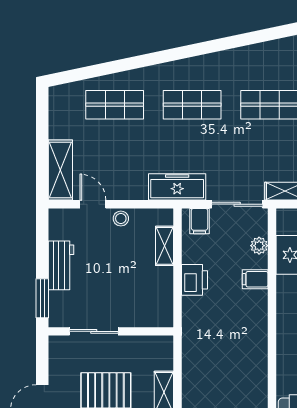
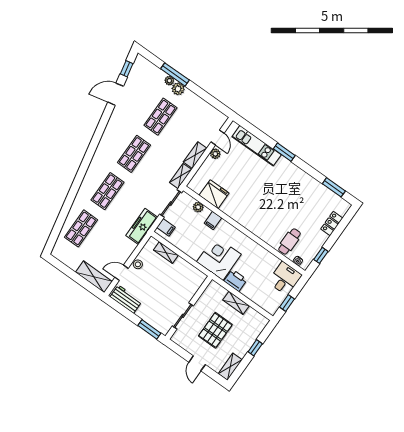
workbench: (61, 265) -> (126, 299), moved
printer: (195, 280) -> (235, 280), moved
corner desk: (209, 324) -> (219, 258), added

